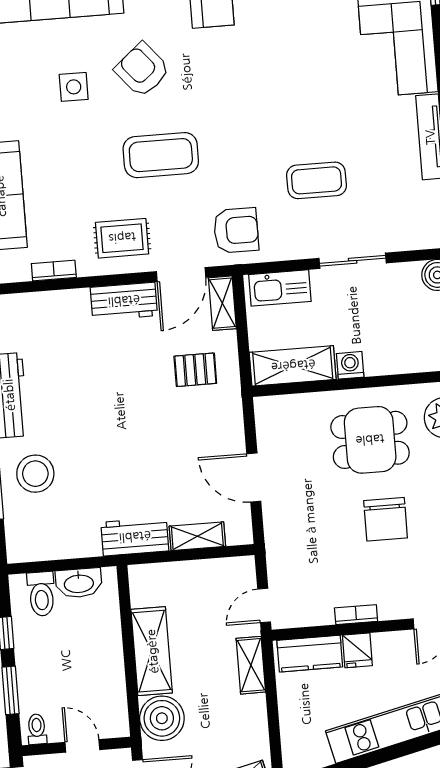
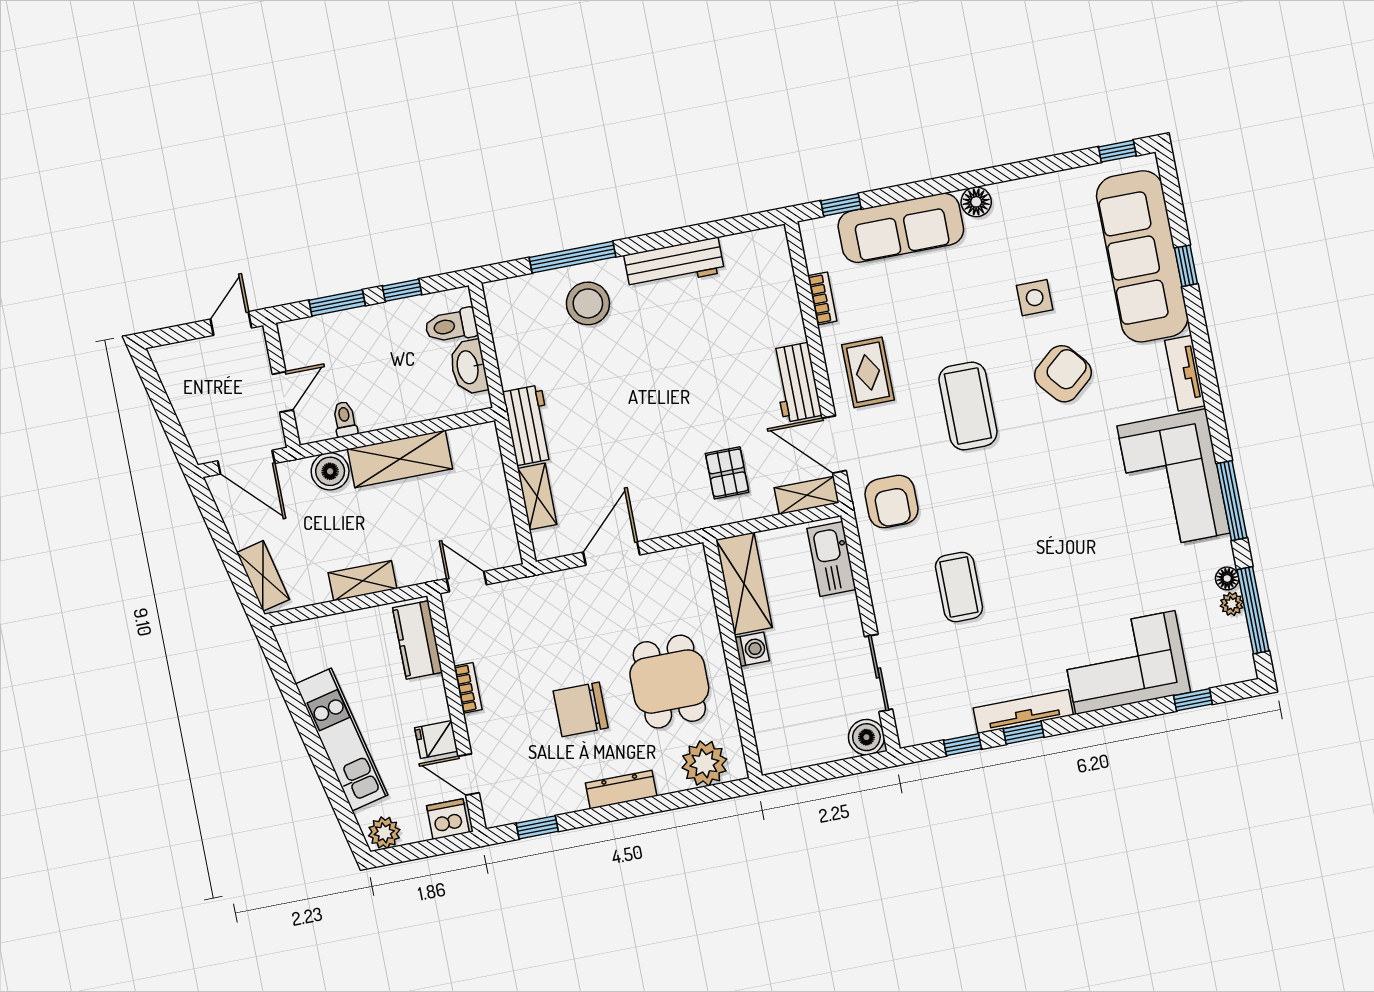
sliding door: (353, 261) -> (879, 673), moved
fridge: (357, 650) -> (436, 740), moved
shelving: (251, 665) -> (363, 581), moved
boiler: (162, 718) -> (330, 471), width x0.73, depth x0.73
toilet: (37, 729) -> (345, 419), moved, turned -90

